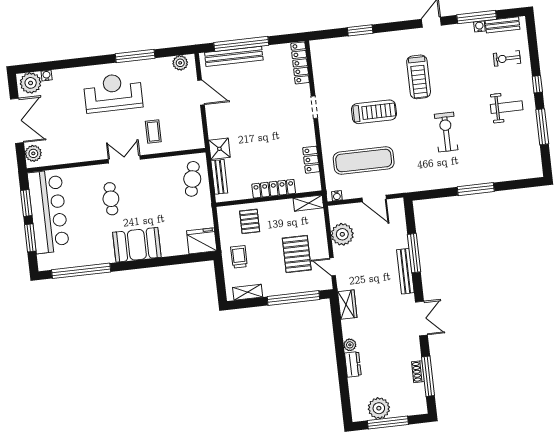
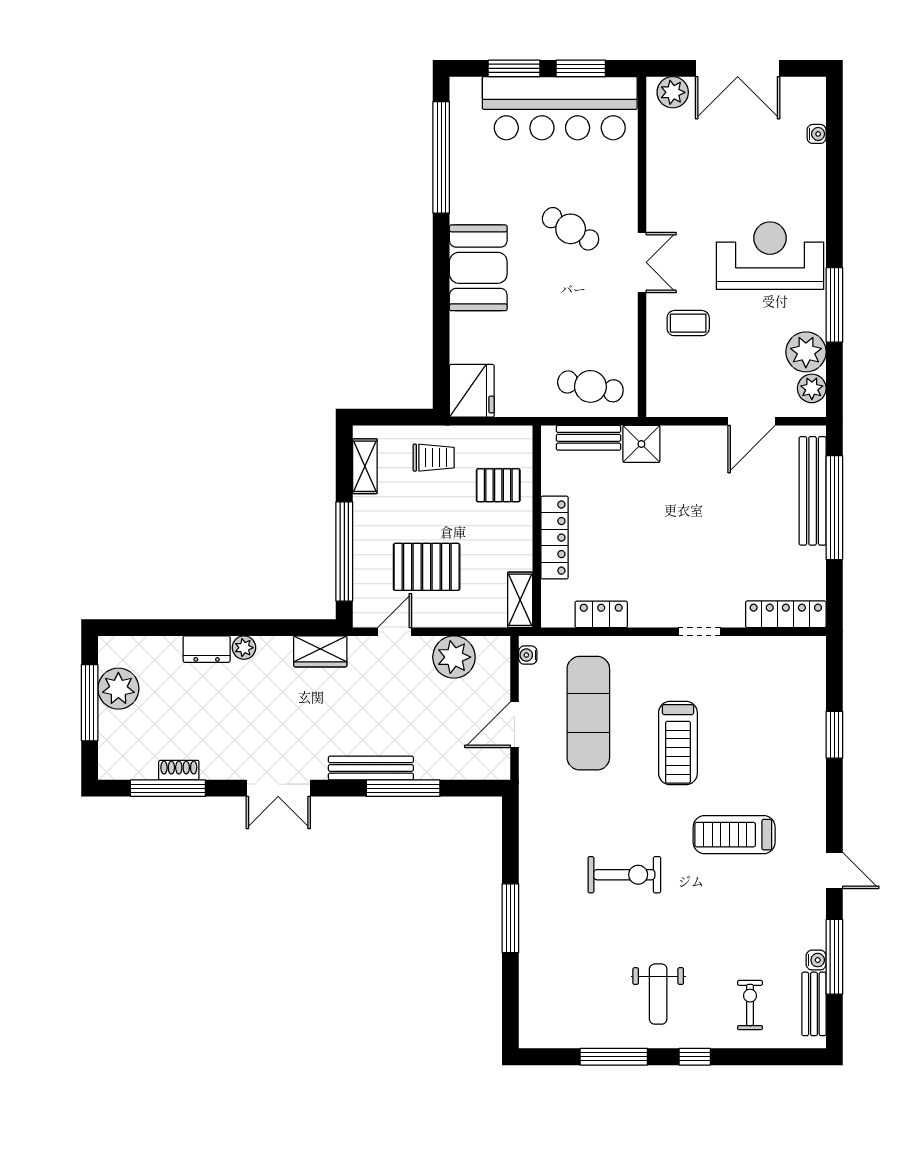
plant: (31, 83) -> (806, 352), moved
reception desk: (113, 93) -> (770, 256), turned -90
cafe table: (111, 199) -> (571, 229), turned 31

